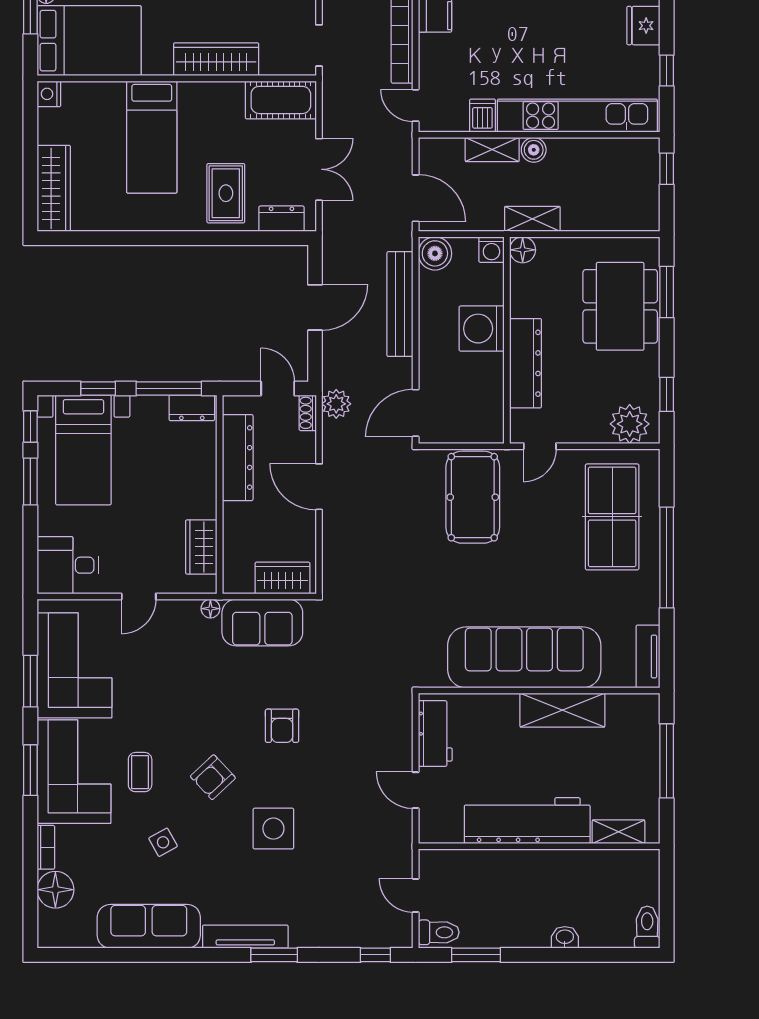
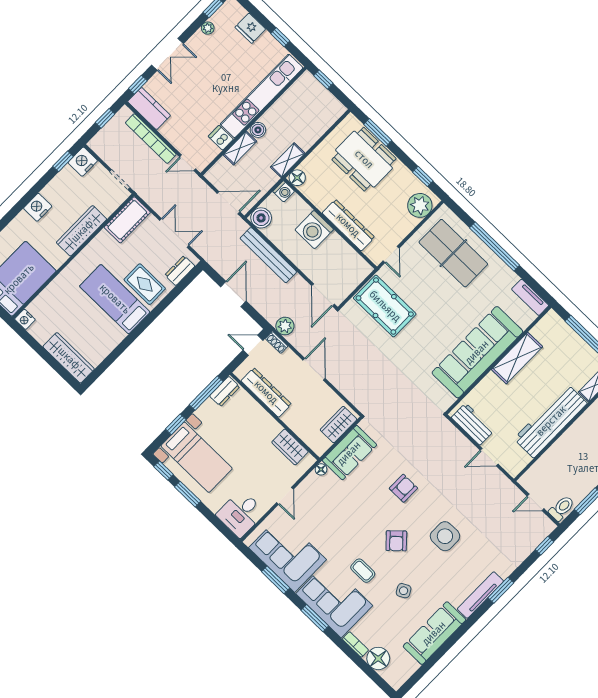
bed: (152, 137) -> (115, 299), moved, turned 180
door: (319, 487) -> (314, 369), swing flipped
armchair: (282, 726) -> (403, 488), turned -90

